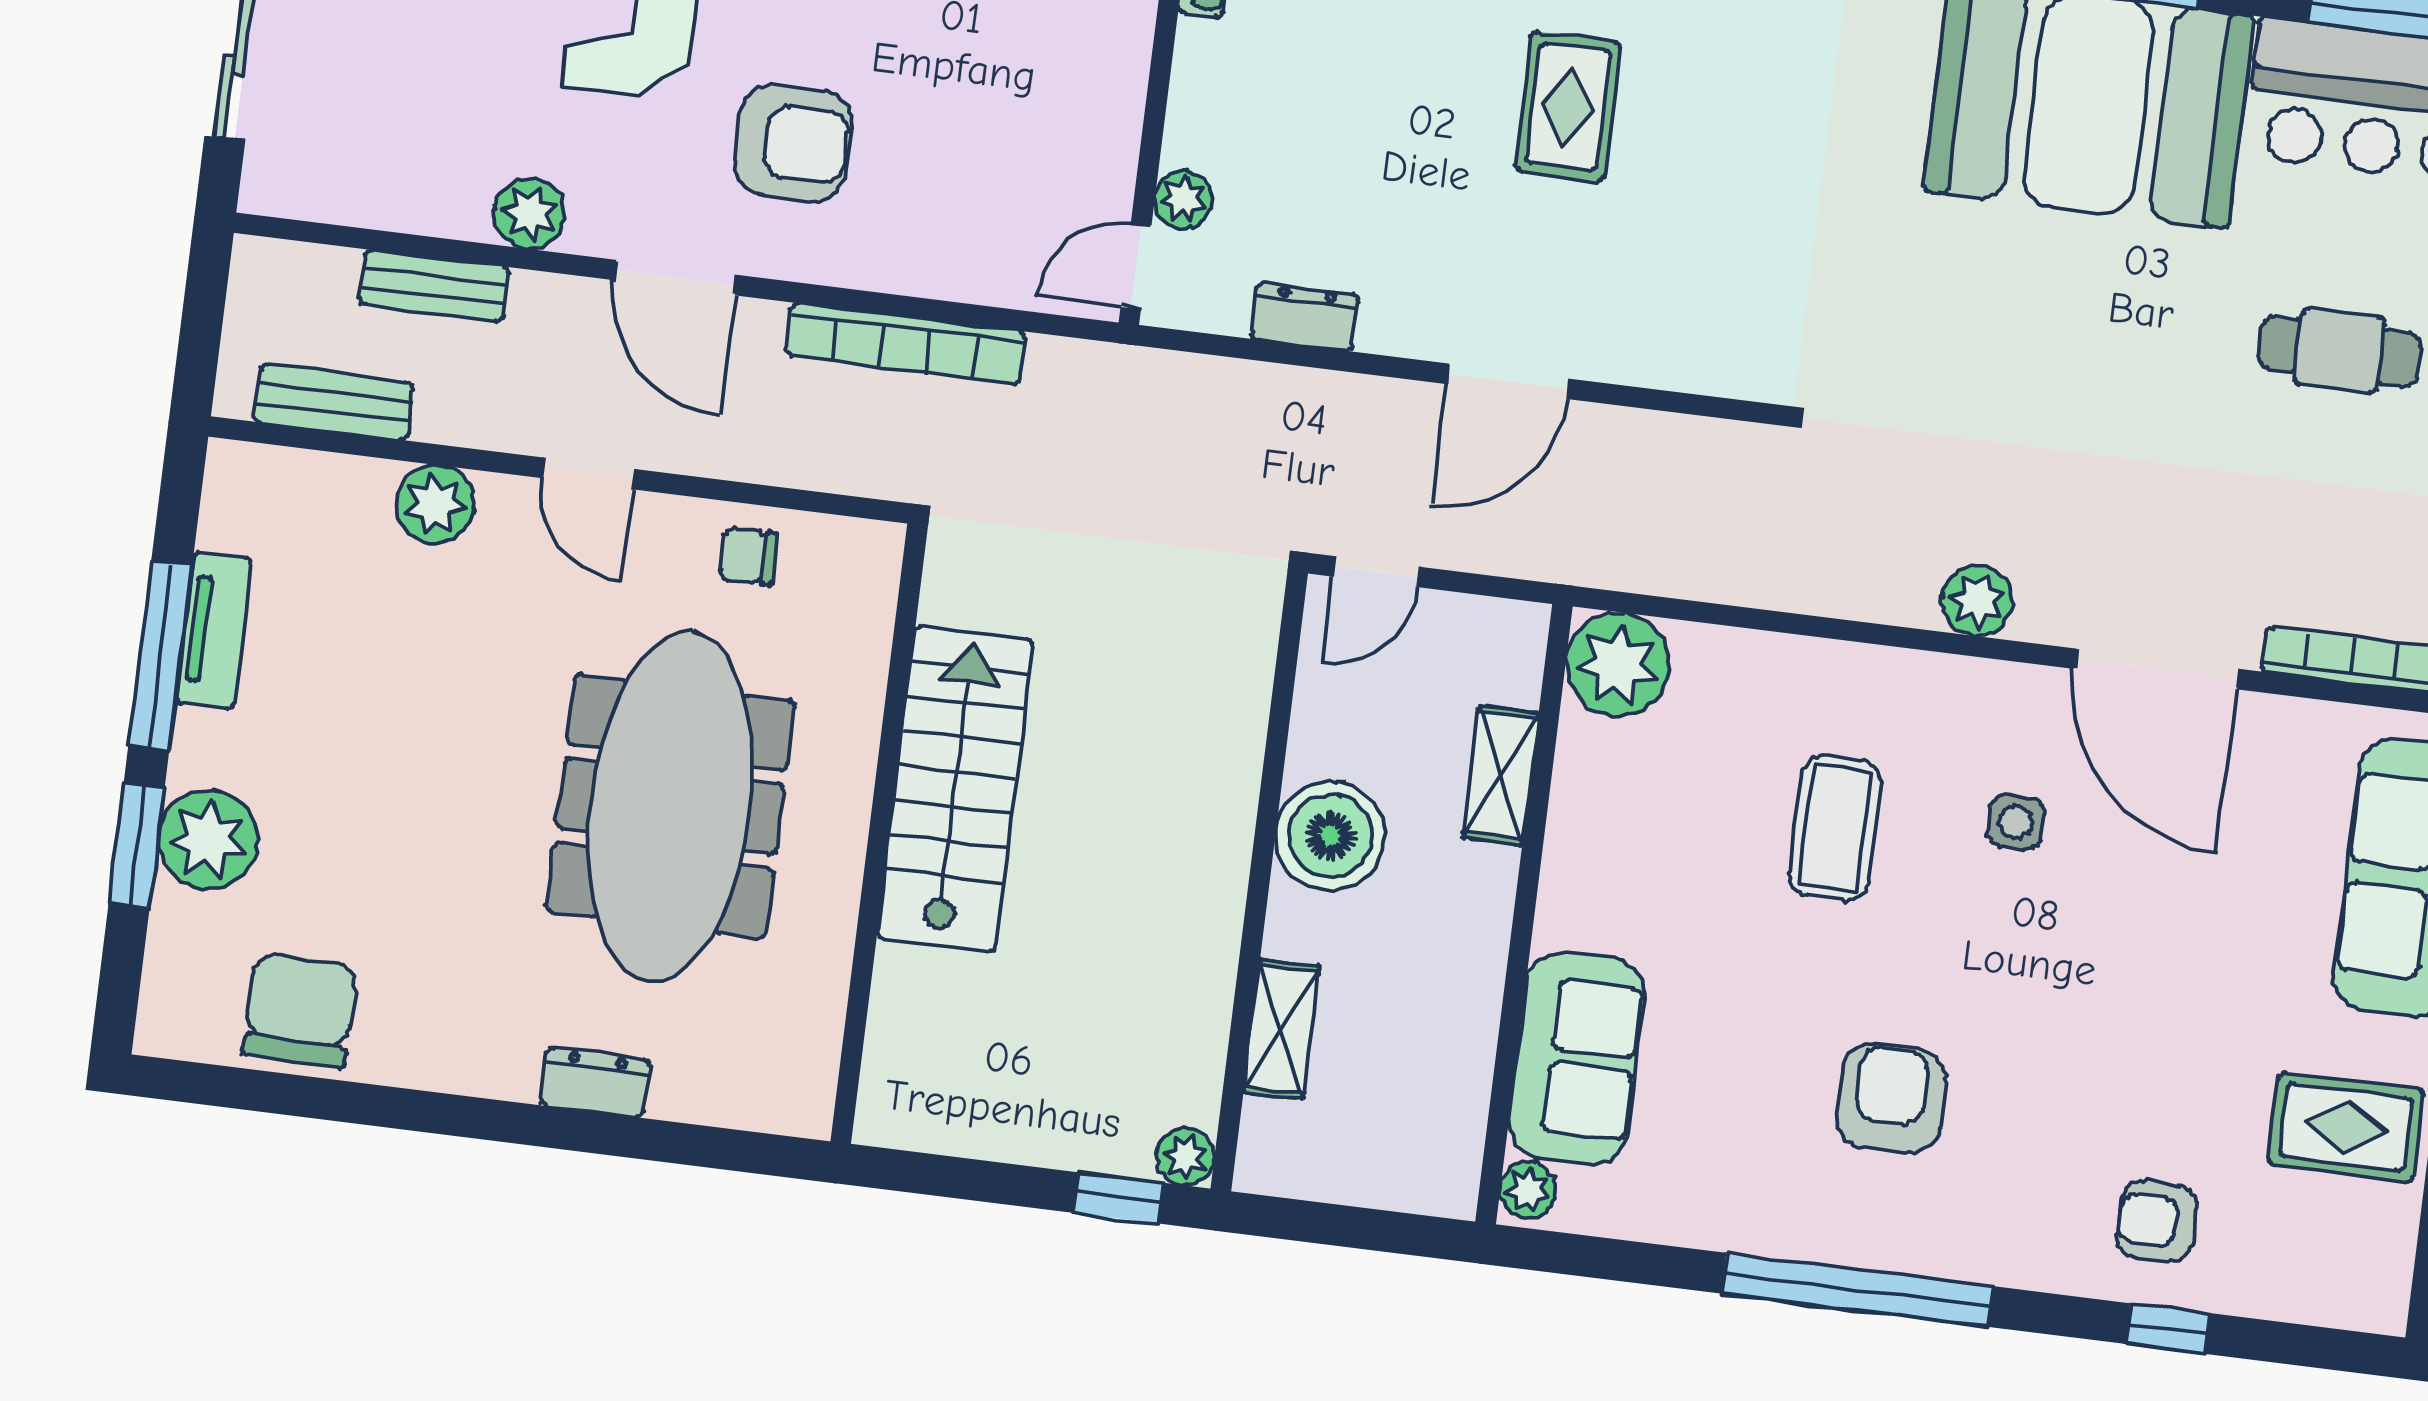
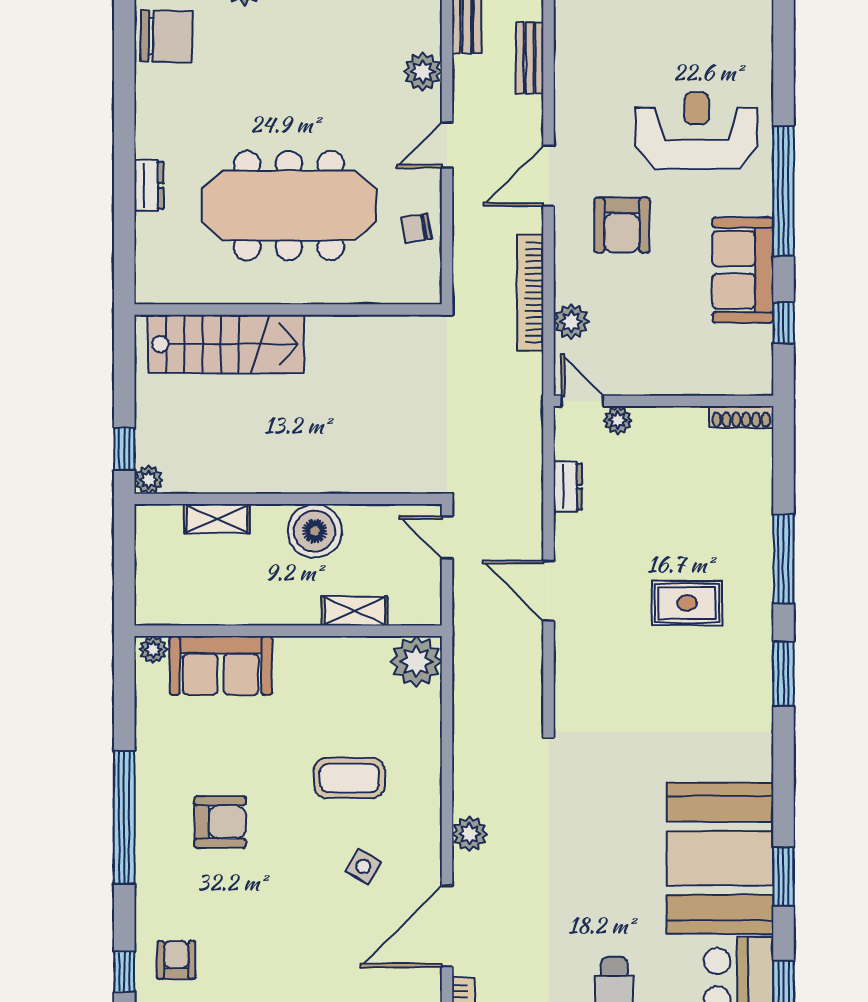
plant: (530, 213) -> (571, 322), moved
chair: (748, 556) -> (416, 228), turned -100
stairs: (955, 789) -> (226, 344), moved
side table: (2016, 822) -> (363, 866), turned 30

